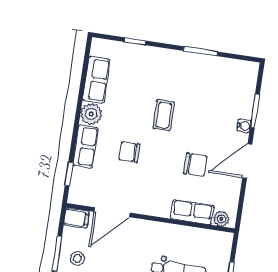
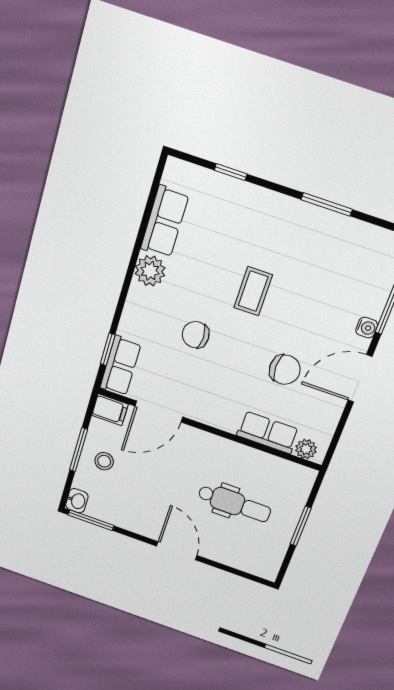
row of seats: (85, 146) -> (120, 366), moved

